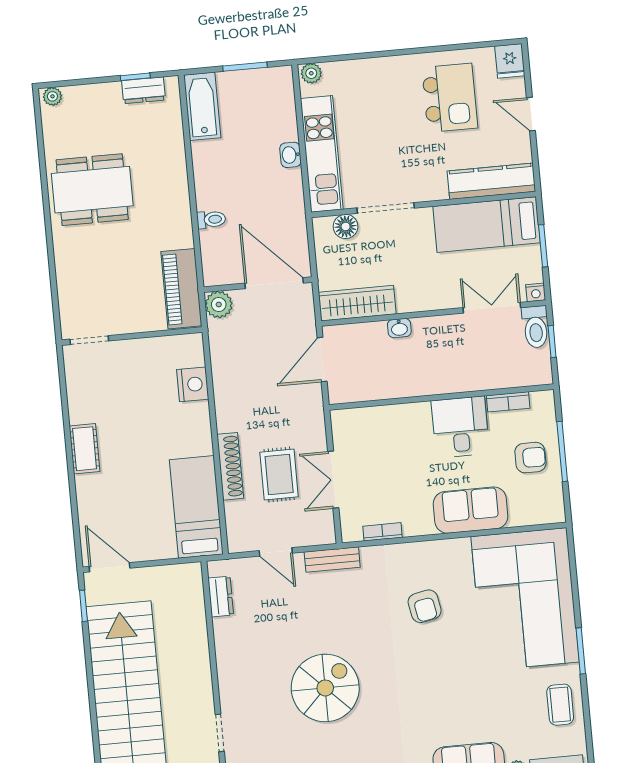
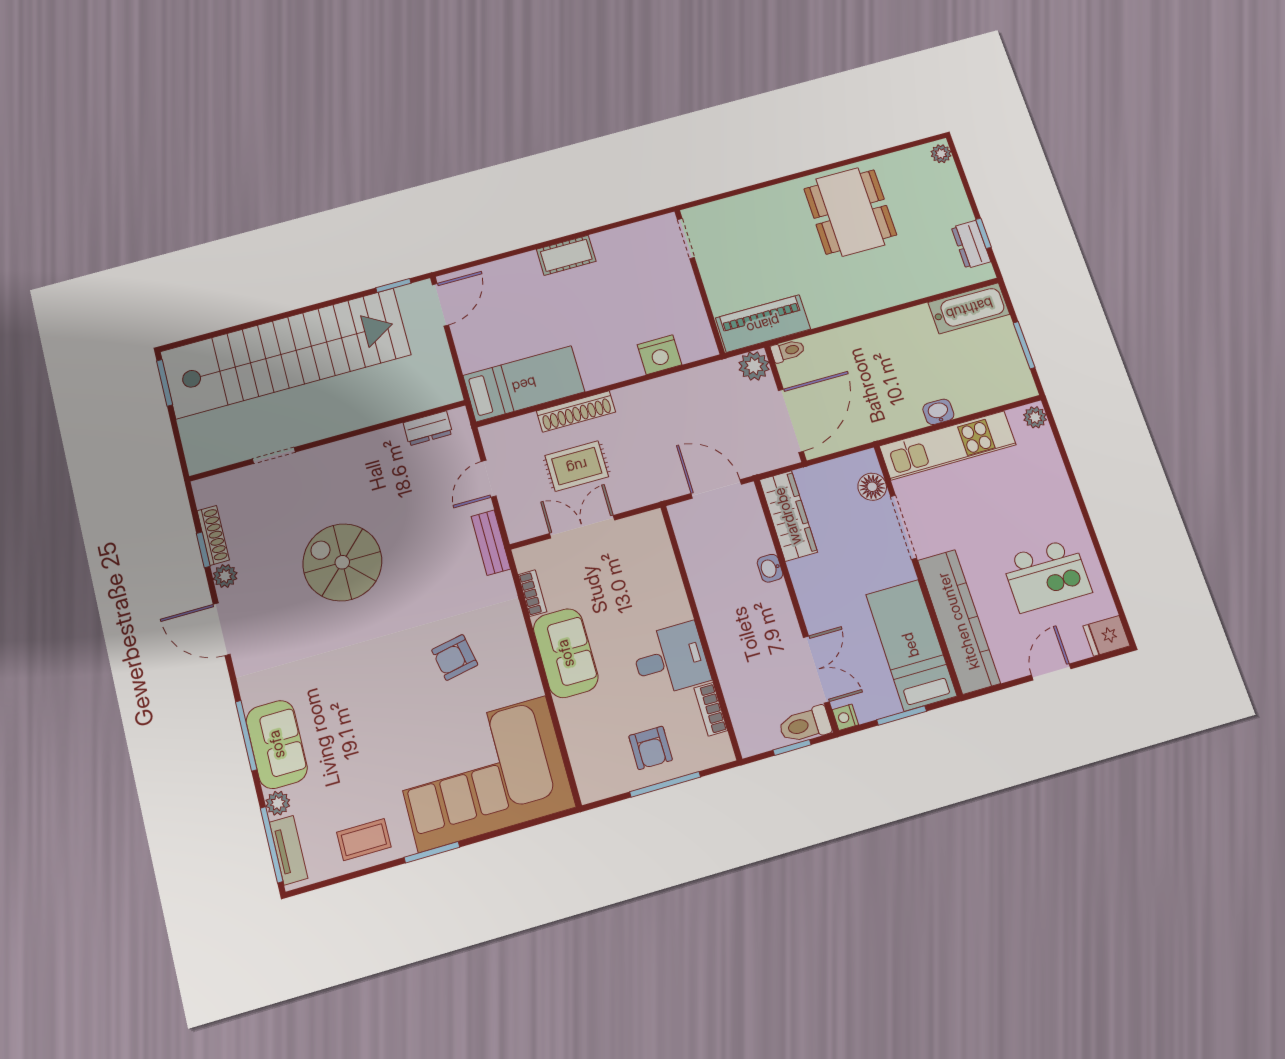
kitchen counter: (491, 181) -> (959, 621), width x1.39, depth x1.17
toilet: (211, 220) -> (788, 351), moved, turned -90
sofa: (471, 510) -> (566, 653), moved
spiral stairs: (325, 688) -> (342, 562), turned 180

